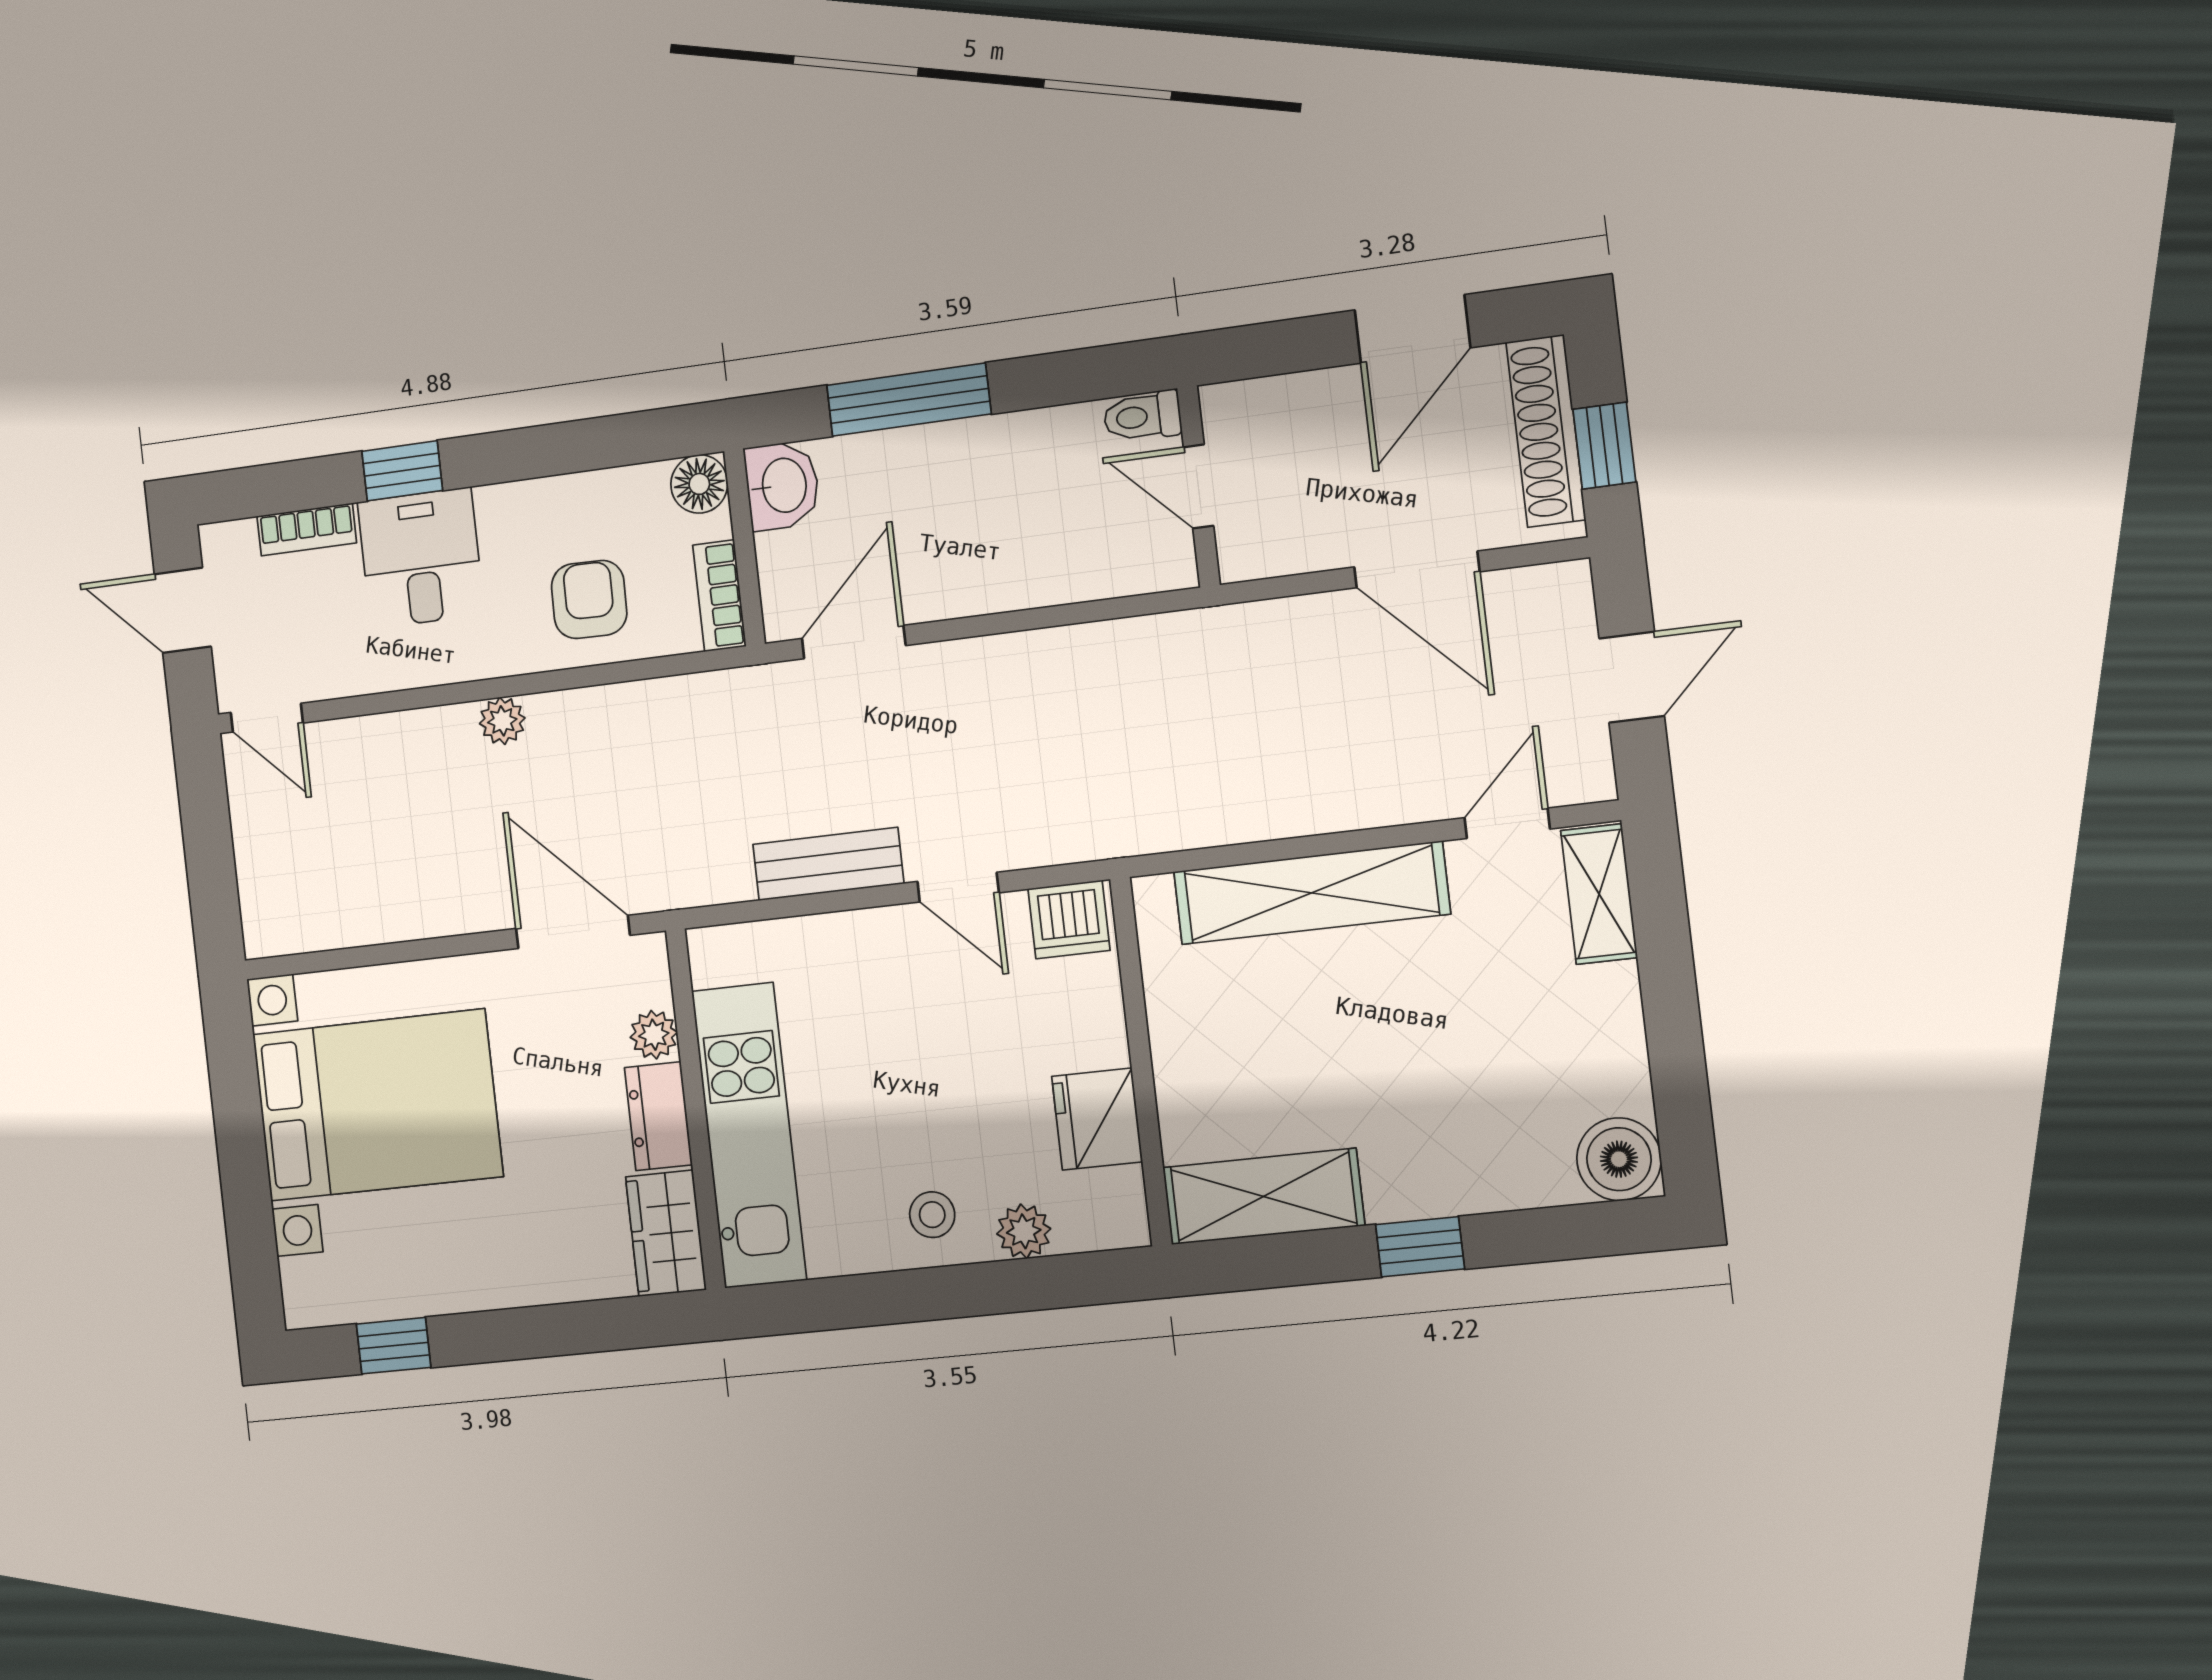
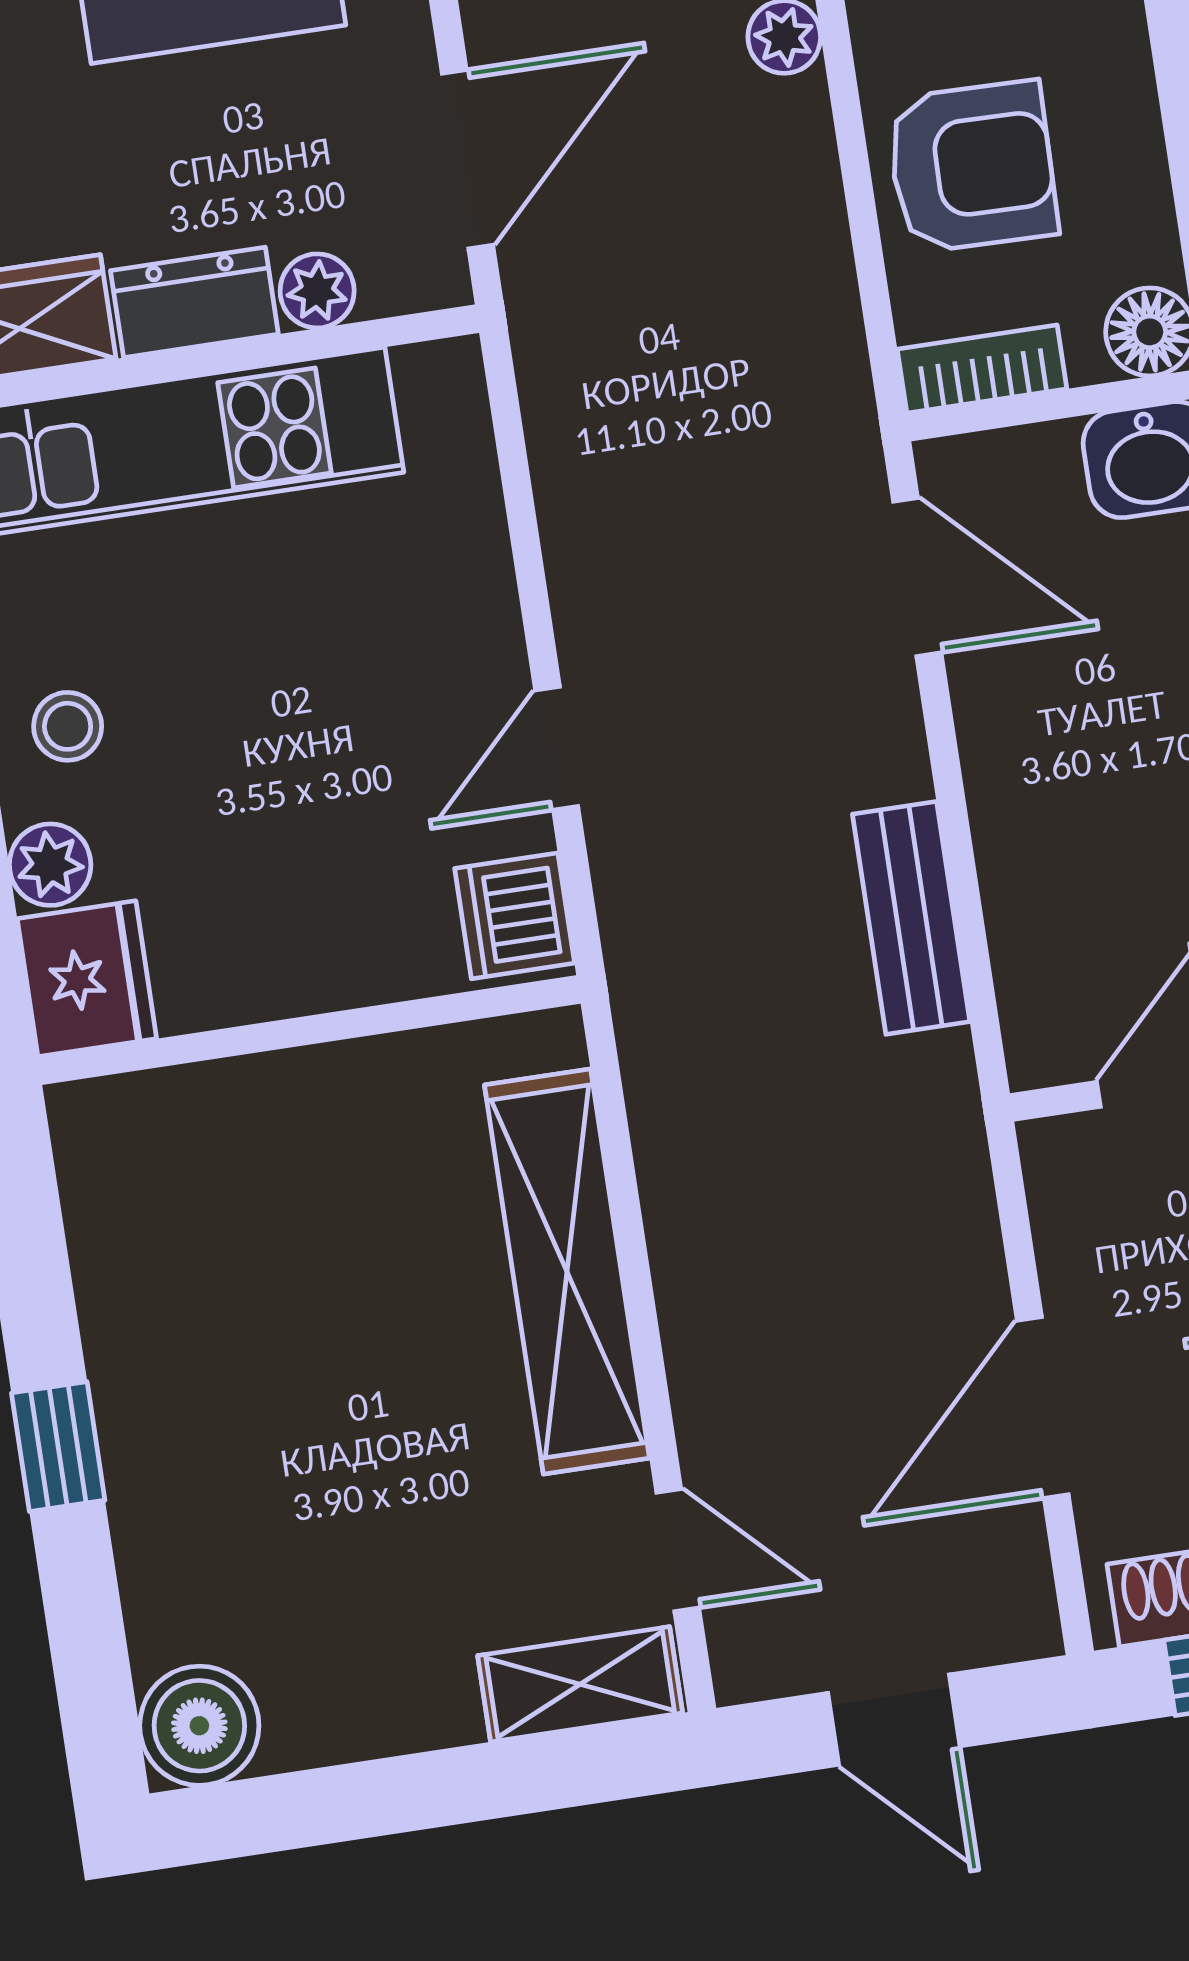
armchair: (589, 599) -> (972, 167), width x1.38, depth x1.38
bench: (828, 864) -> (911, 918), moved
fridge: (1097, 1119) -> (87, 979), moved, turned 90
shelving: (1263, 1196) -> (120, 1217), removed

